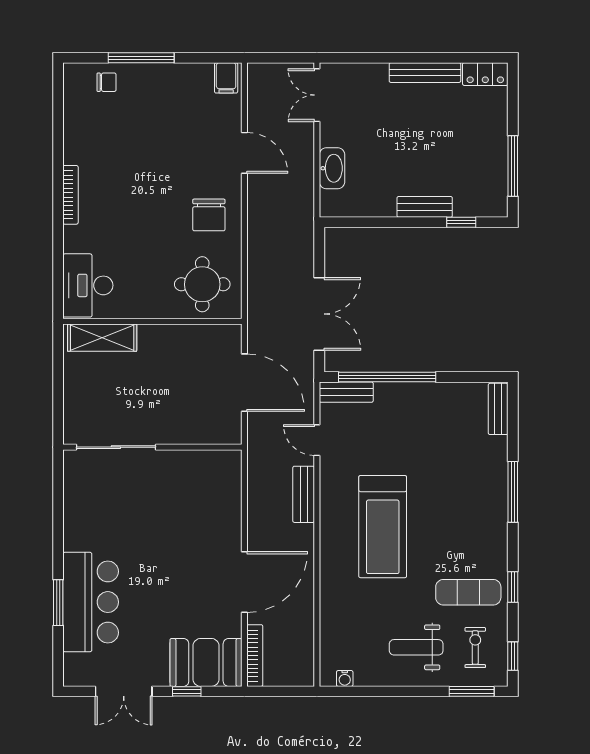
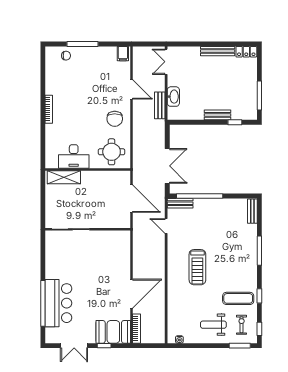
desk: (88, 285) -> (74, 156), moved, turned -90
bench: (304, 494) -> (160, 105), moved
treadmill: (383, 527) -> (197, 267), width x0.73, depth x0.73
window: (58, 603) -> (43, 303), width x2.11

